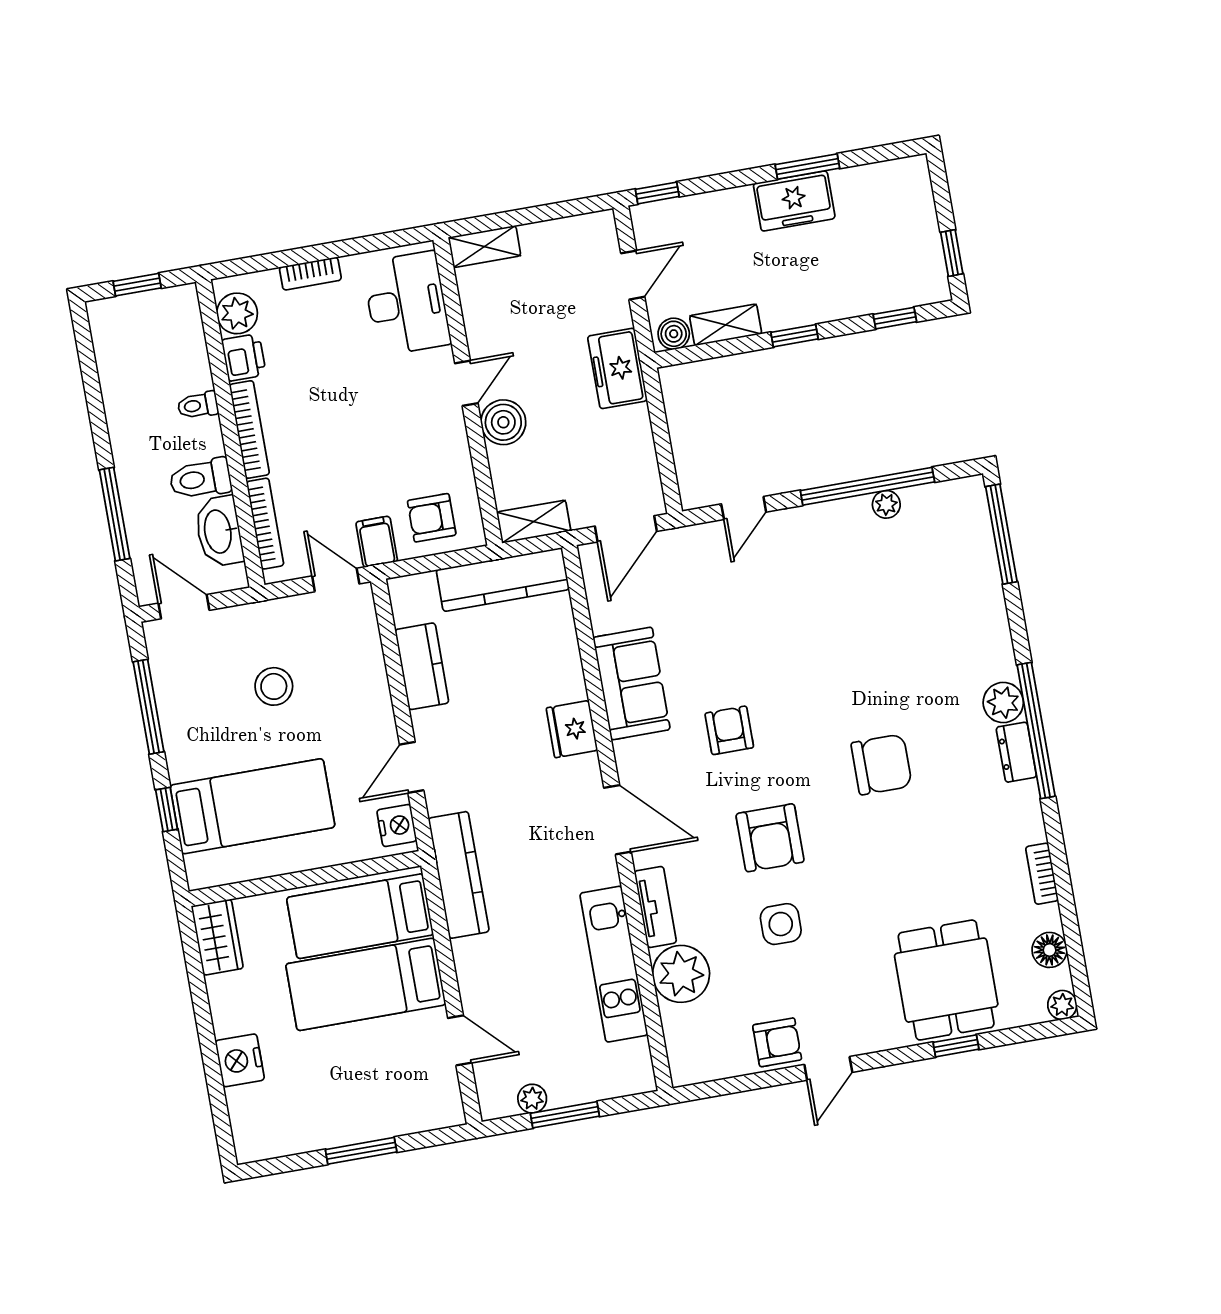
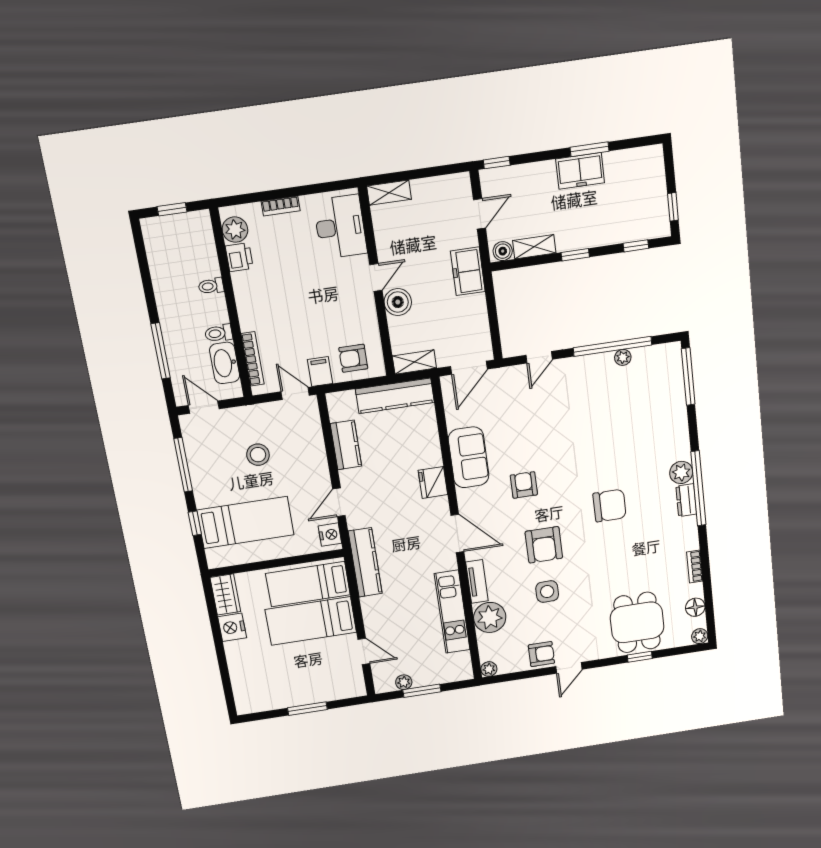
bookcase: (249, 429) -> (243, 302), removed
toilet: (200, 479) -> (219, 333), width x0.73, depth x0.72
nightstand: (240, 1060) -> (232, 627), moved
plant: (684, 1072) -> (489, 669), added

